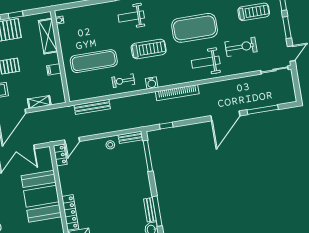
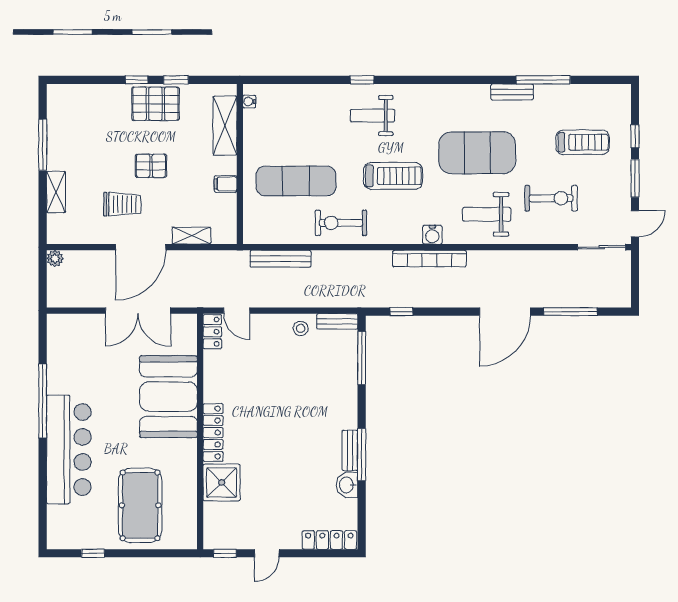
exercise bike: (123, 81) -> (341, 223), width x1.38, depth x1.39
water cooler: (152, 83) -> (432, 235), moved
door: (72, 141) -> (237, 311), hinge flipped

